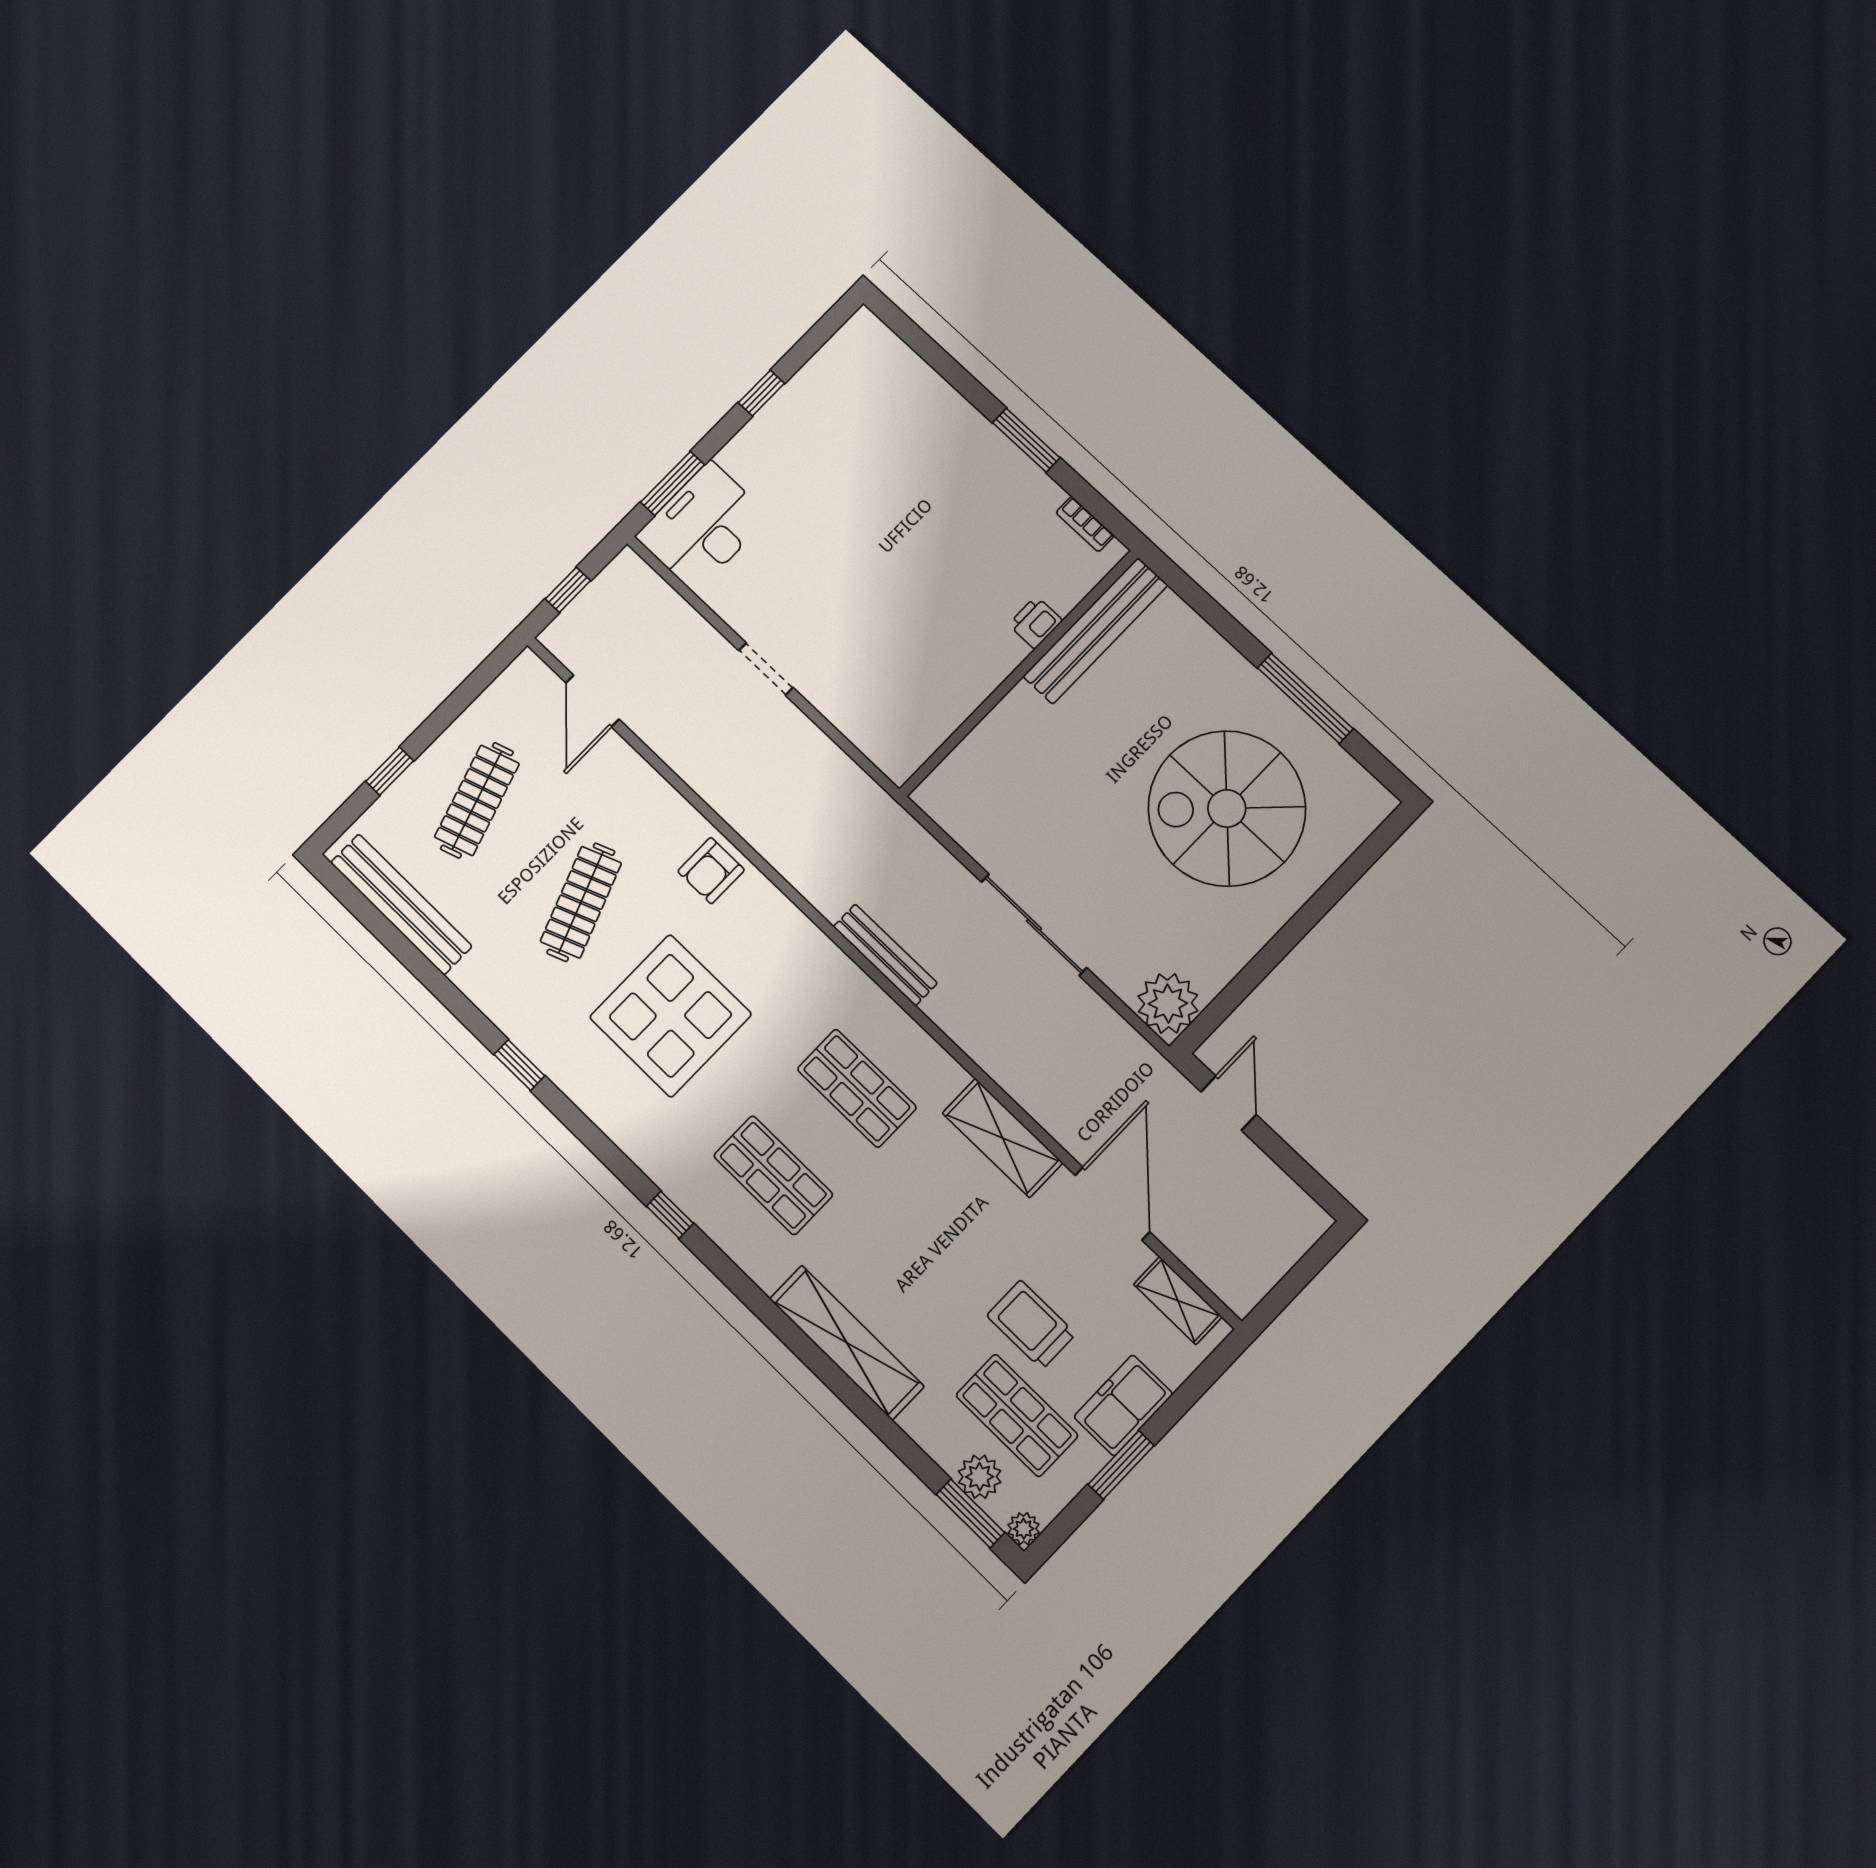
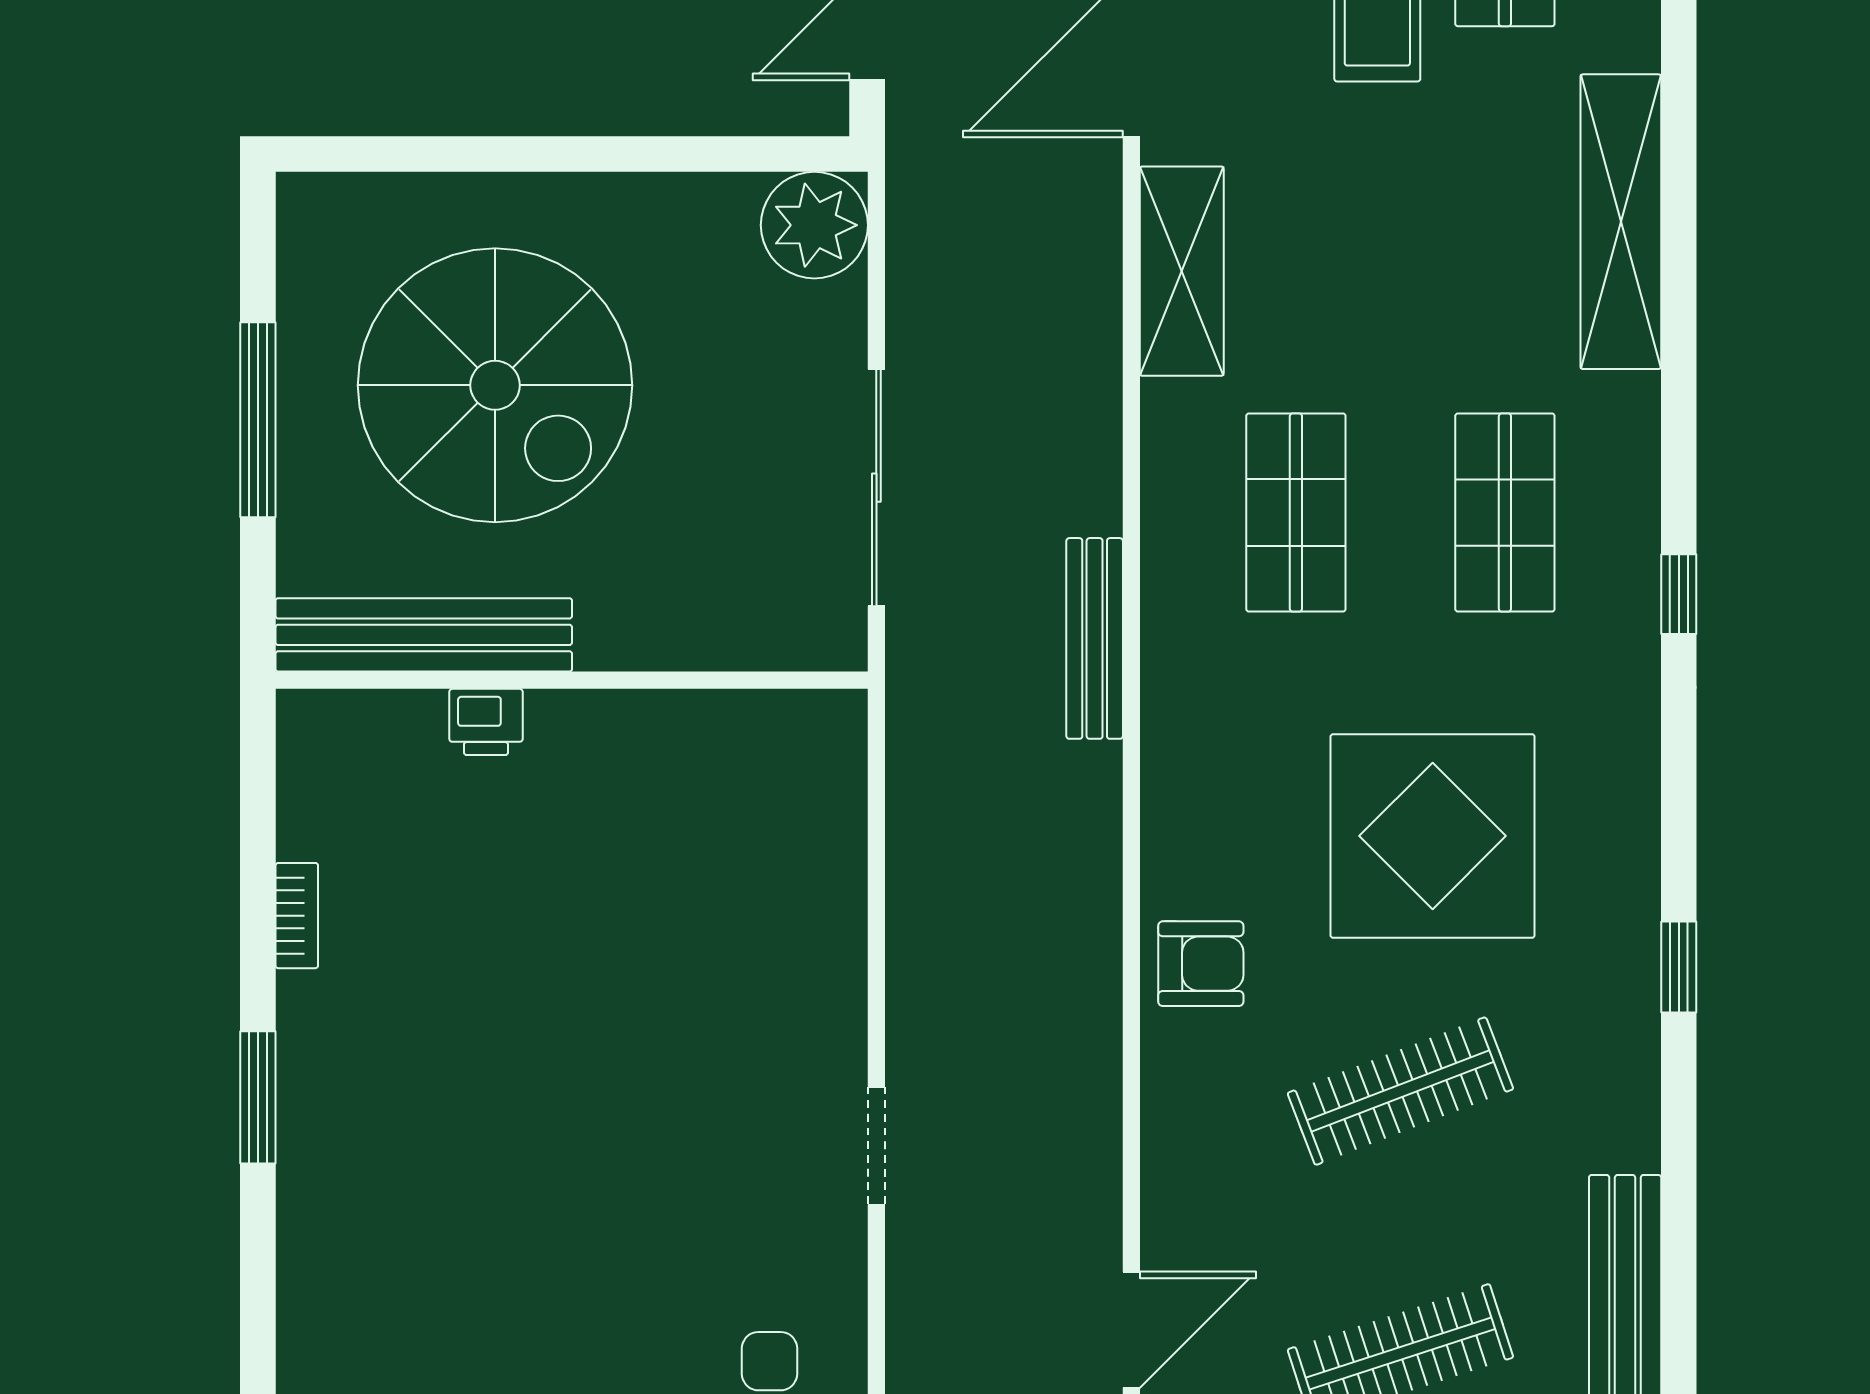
printer: (1036, 622) -> (486, 722), moved
bench: (1095, 631) -> (424, 635), moved
wall: (1019, 673) -> (572, 680), moved

